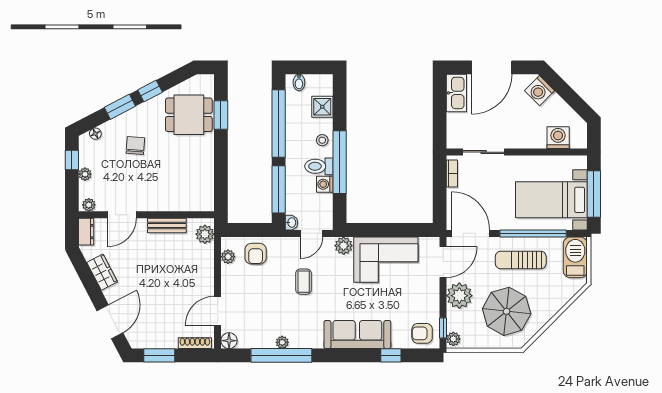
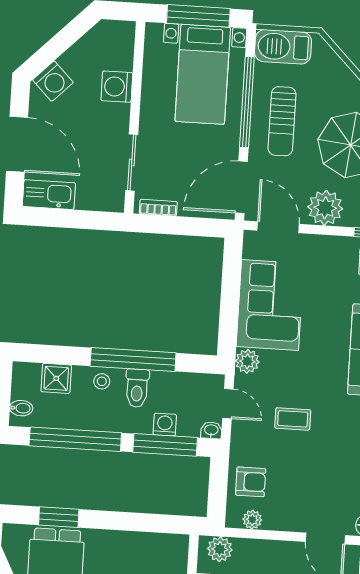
washing machine: (558, 138) -> (117, 87), moved
washing machine: (325, 184) -> (165, 425), moved, turned 180

